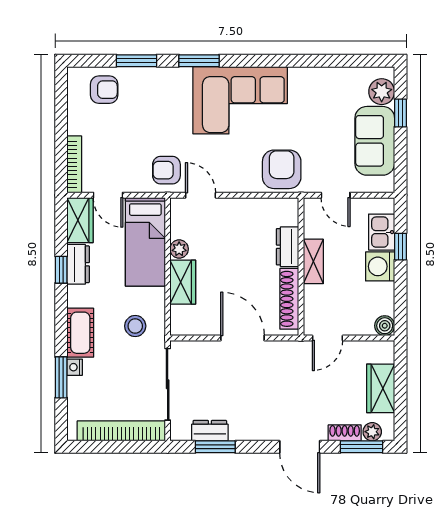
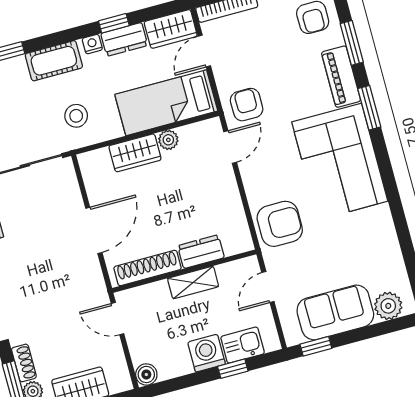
piano: (164, 79) -> (341, 77), added
window: (400, 113) -> (316, 346), moved
nightstand: (75, 367) -> (92, 44), moved

